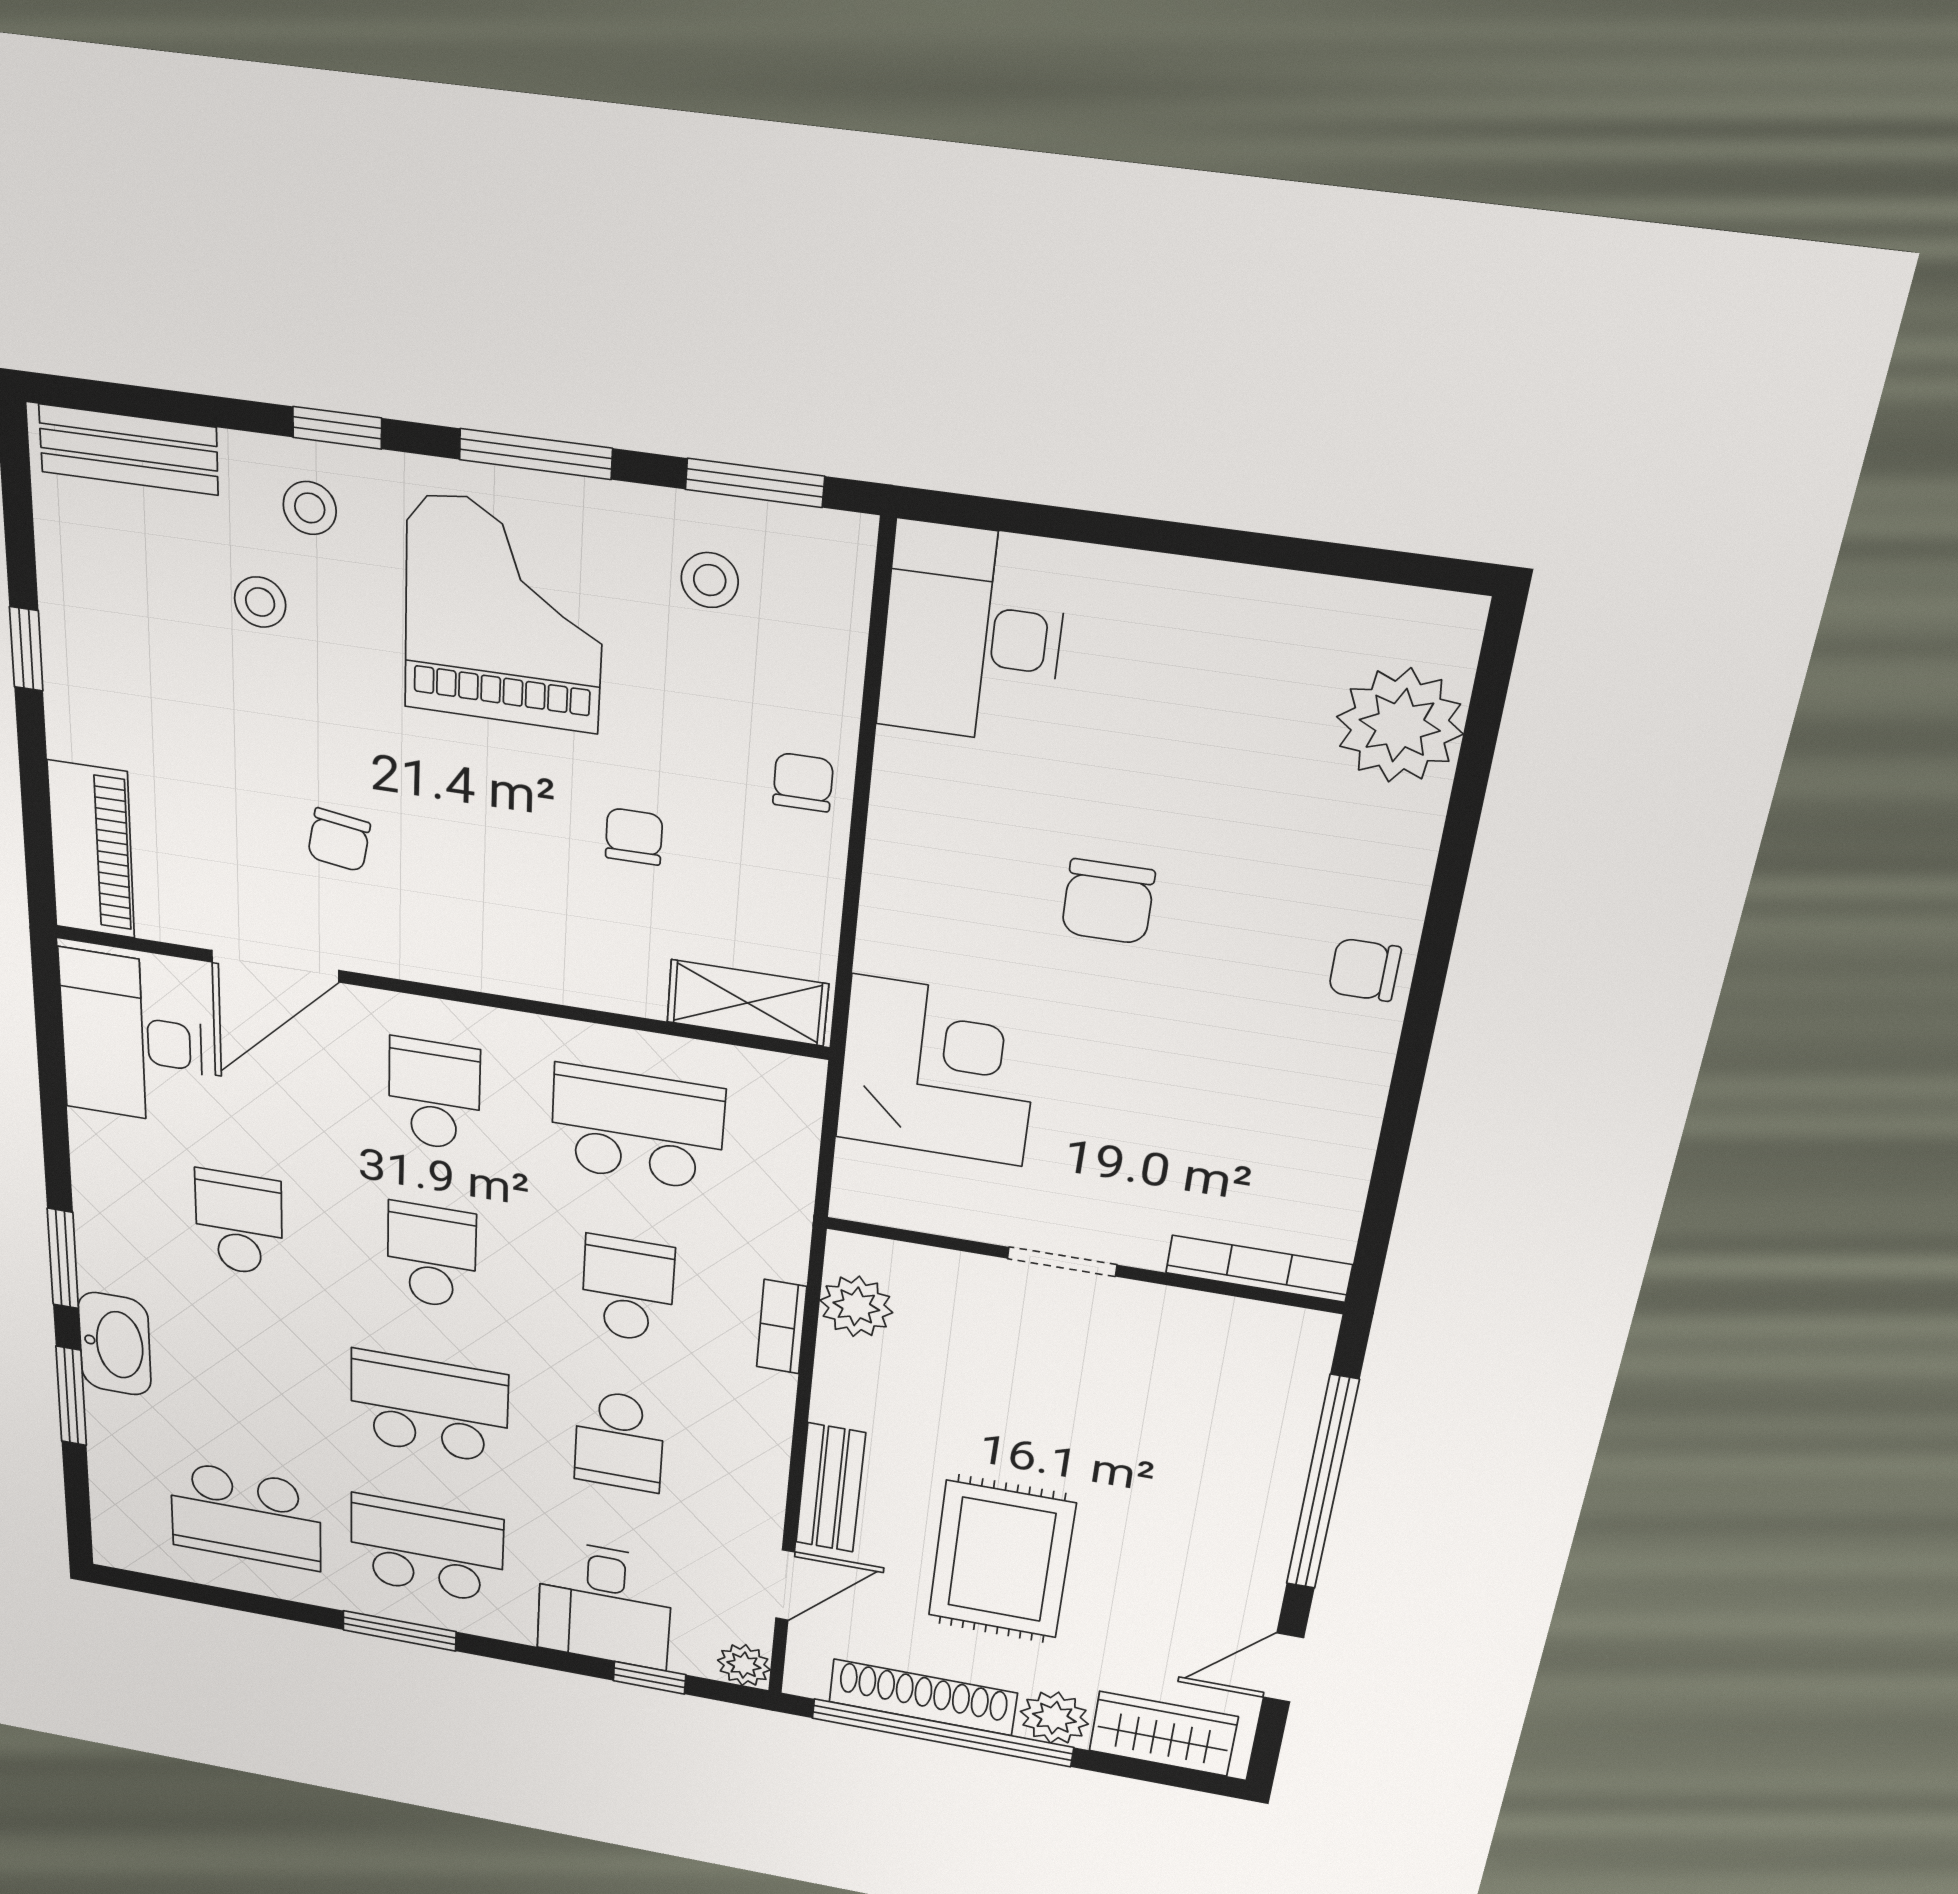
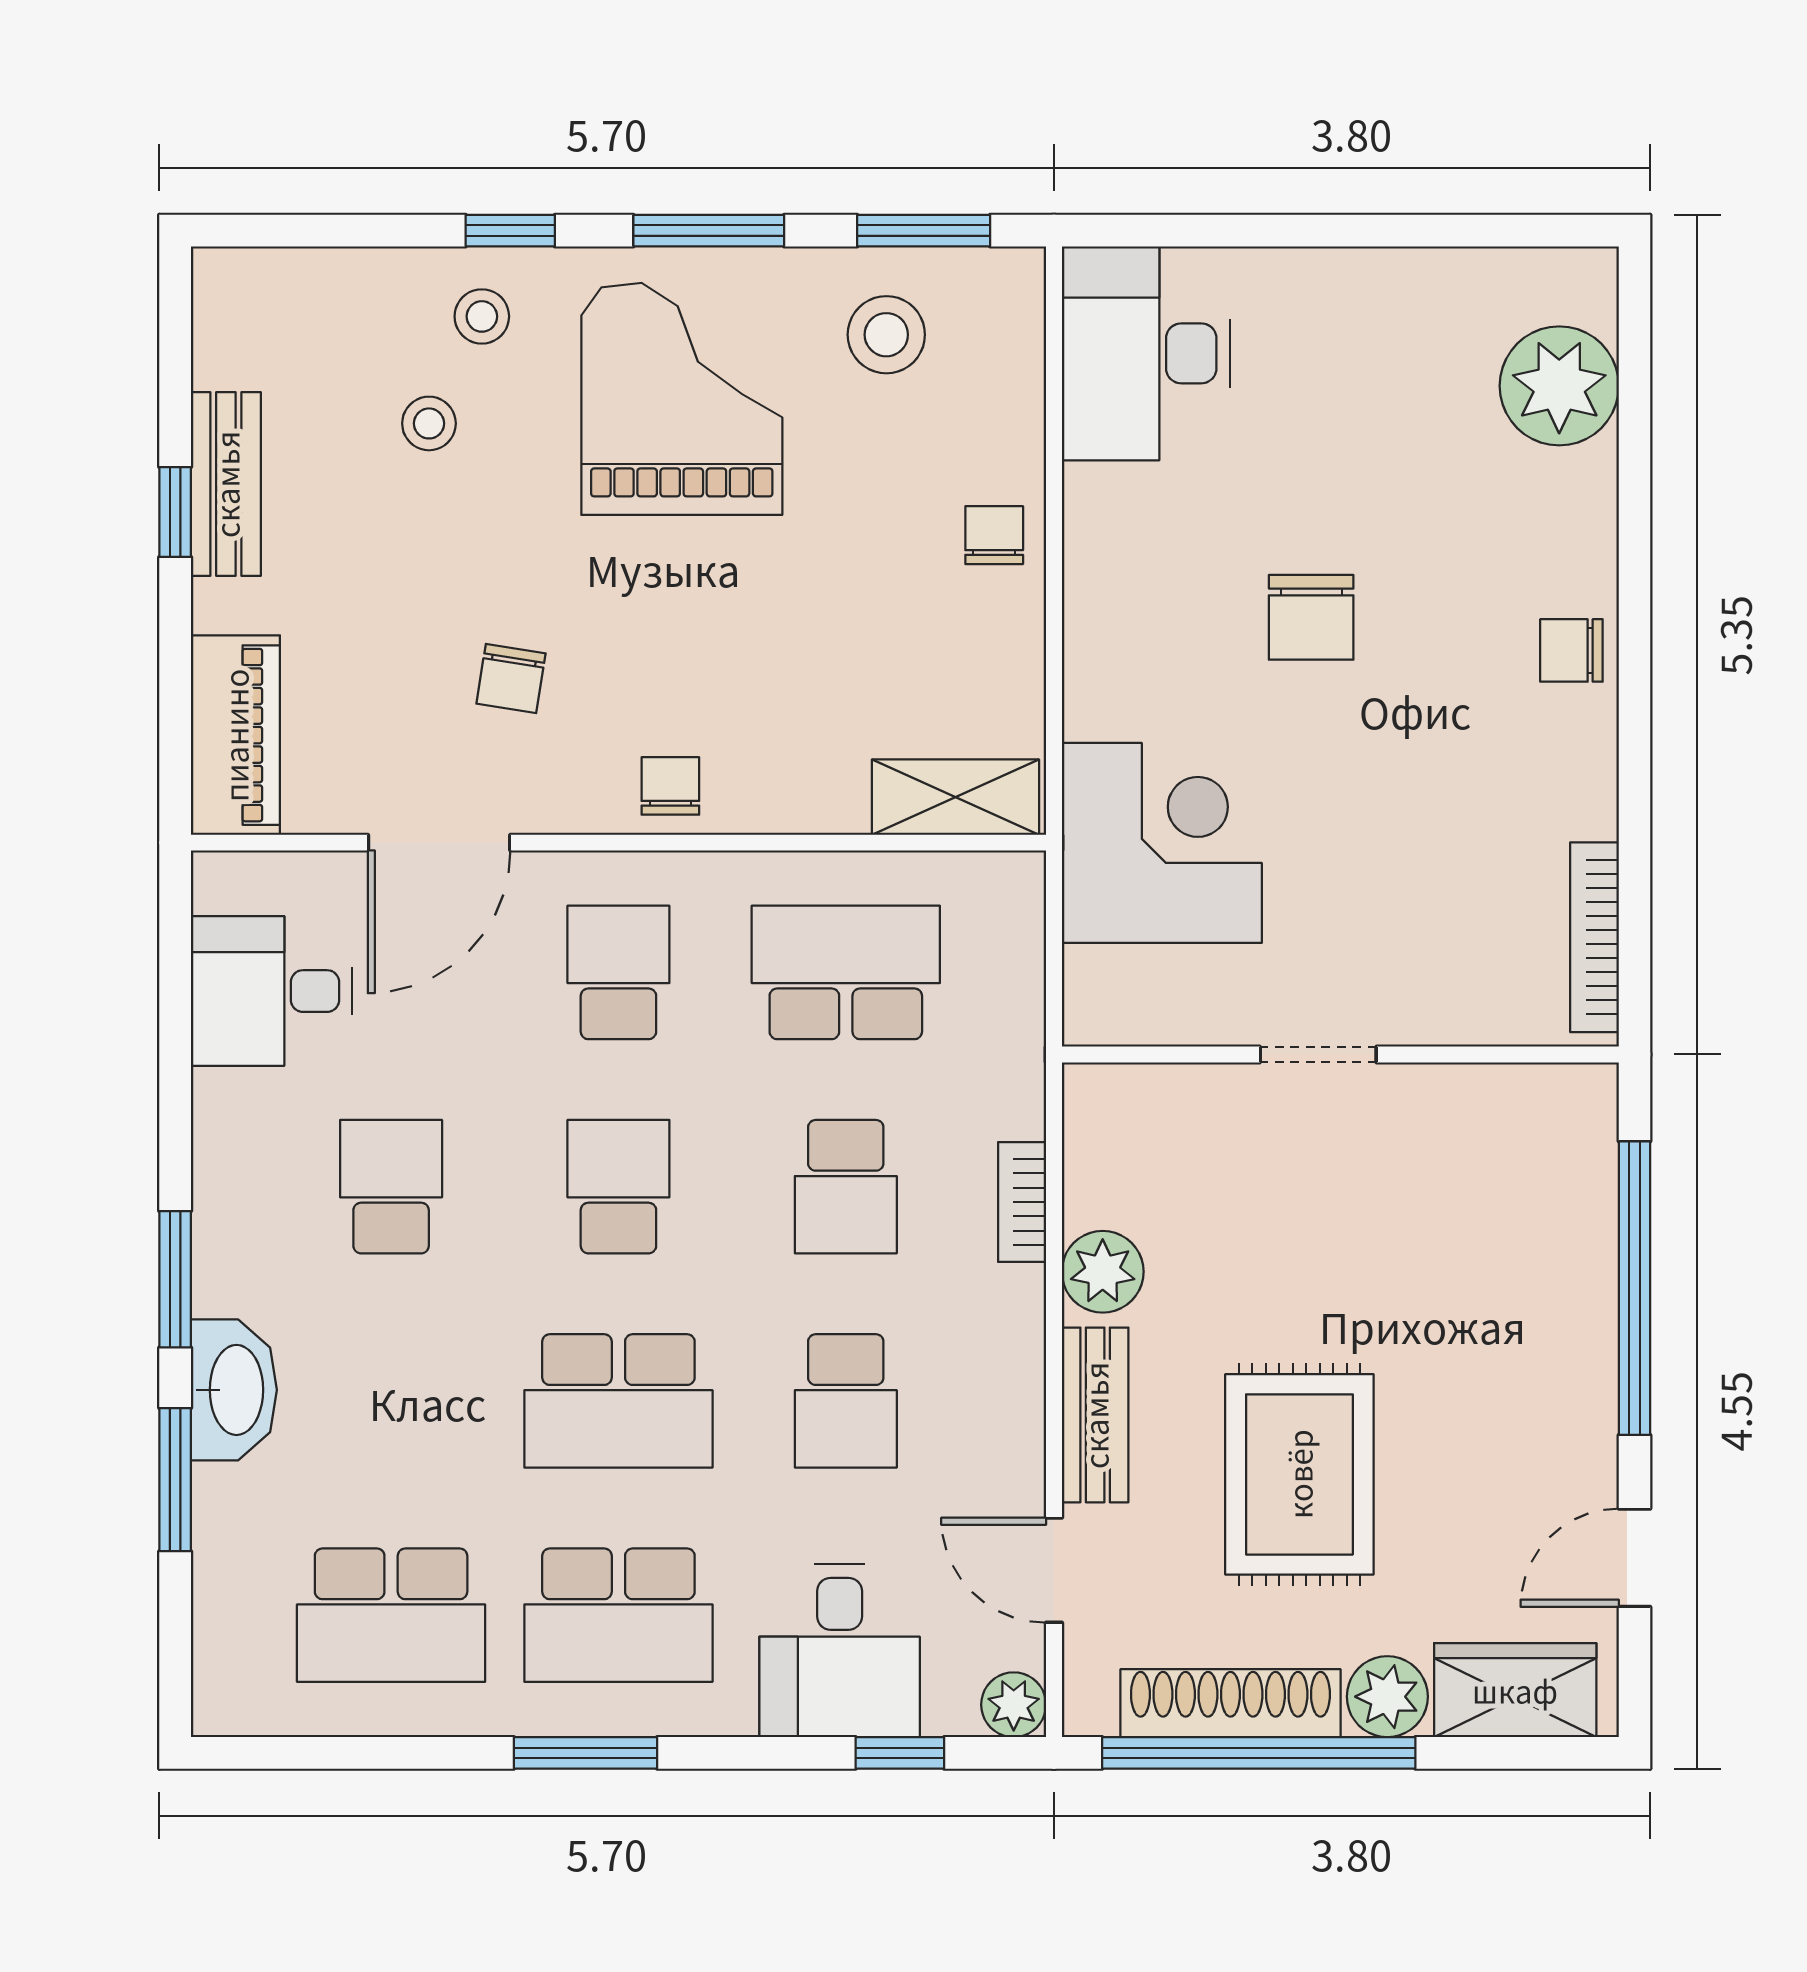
bench: (128, 450) -> (226, 484), moved, turned 90
stool: (710, 580) -> (886, 335), width x1.37, depth x1.37
chair: (634, 837) -> (670, 786), moved
desk: (131, 1038) -> (271, 991), width x0.73
bookcase: (1259, 1269) -> (1595, 937), moved, turned -90
school desk: (628, 1289) -> (846, 1187), turned 180
plant: (856, 1306) -> (1103, 1272), moved
school desk: (429, 1407) -> (618, 1401), turned 180
school desk: (427, 1549) -> (618, 1615), turned 180
door: (785, 1585) -> (1054, 1570), swing flipped

